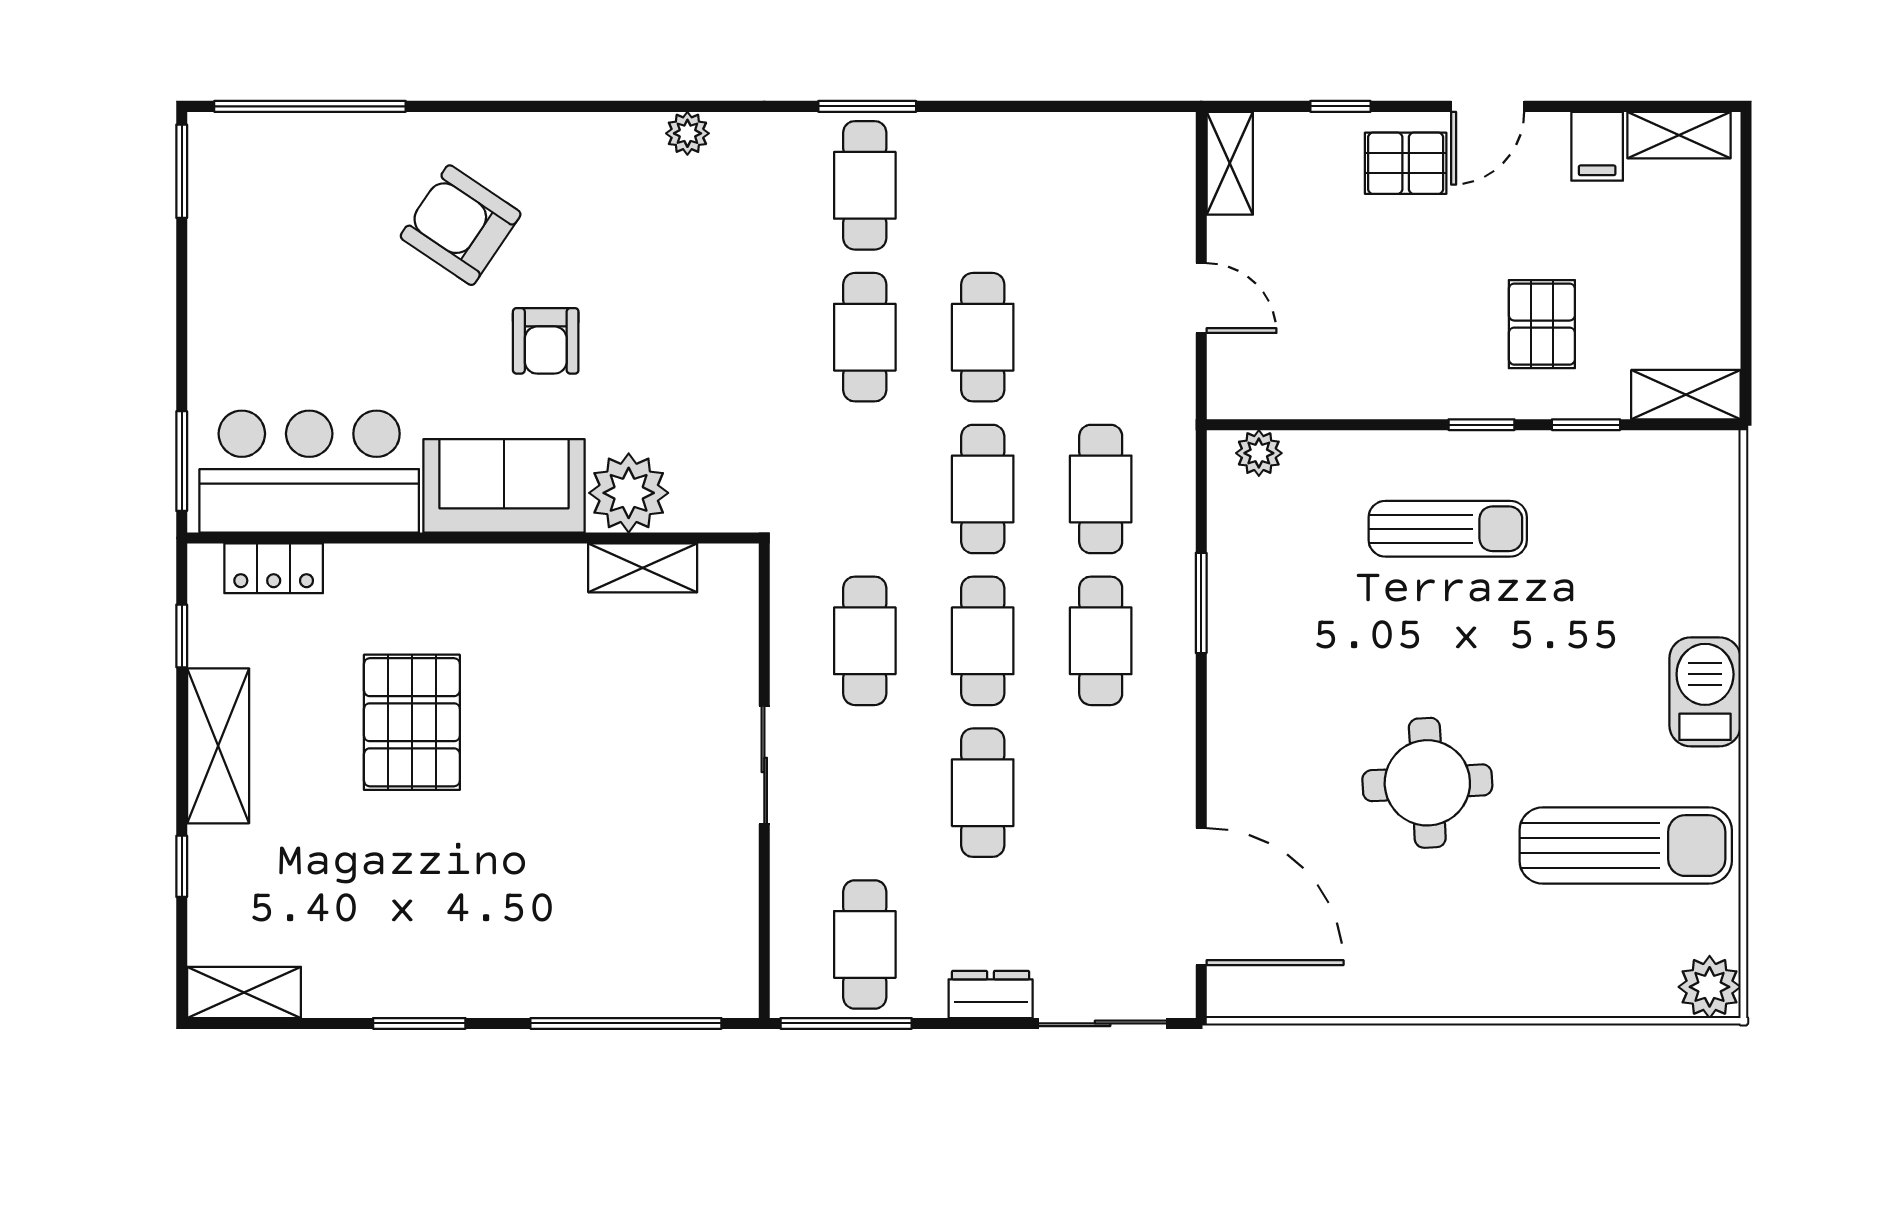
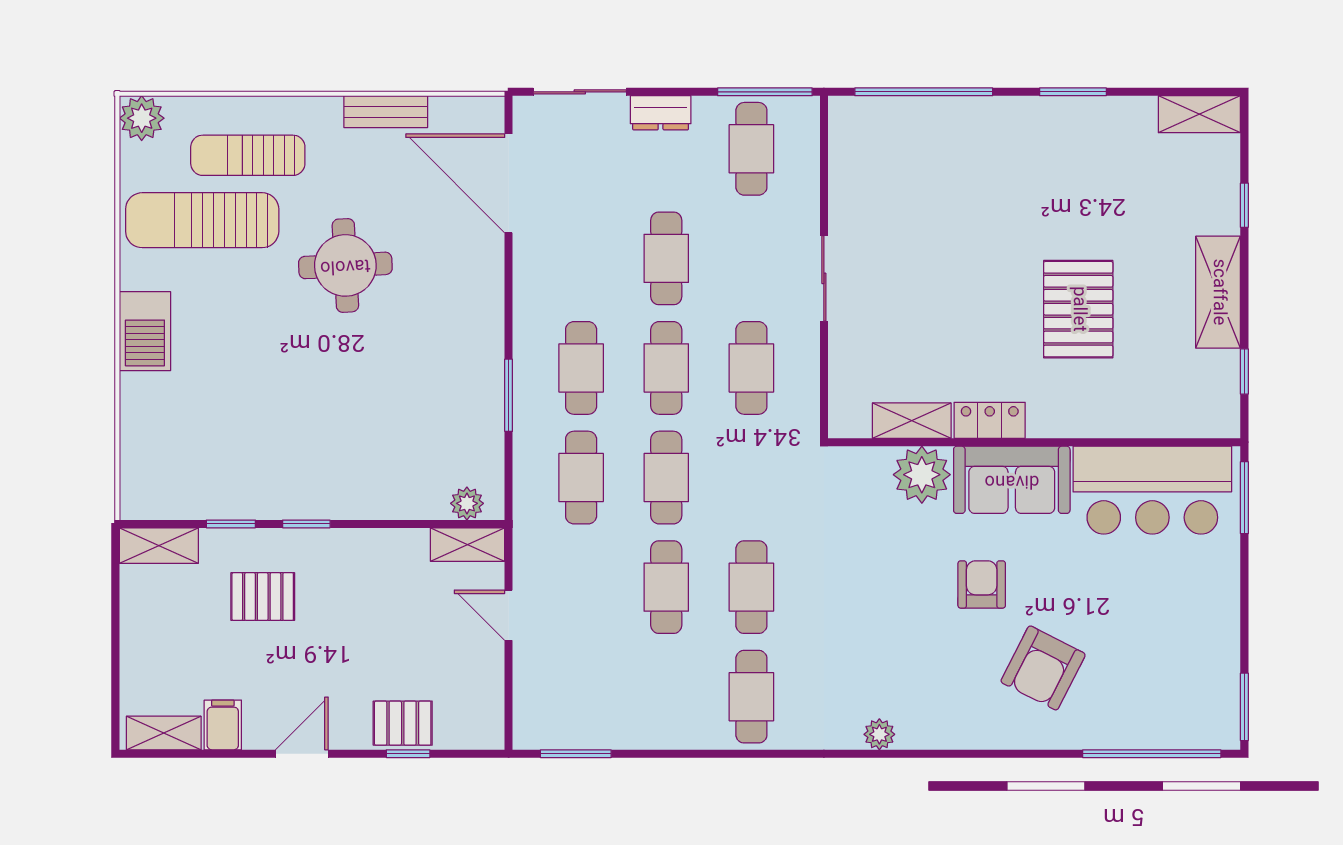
window: (867, 106) -> (576, 754), moved
shelving: (1230, 163) -> (468, 545), moved, turned 90
pallet: (1406, 163) -> (403, 723), moved
armchair: (461, 225) -> (1043, 668), turned 83
pallet: (1542, 324) -> (263, 597), turned 90
sun lounger: (1448, 529) -> (248, 155), moved
locker: (274, 568) -> (990, 420), moved
bench: (1371, 996) -> (386, 112), added

